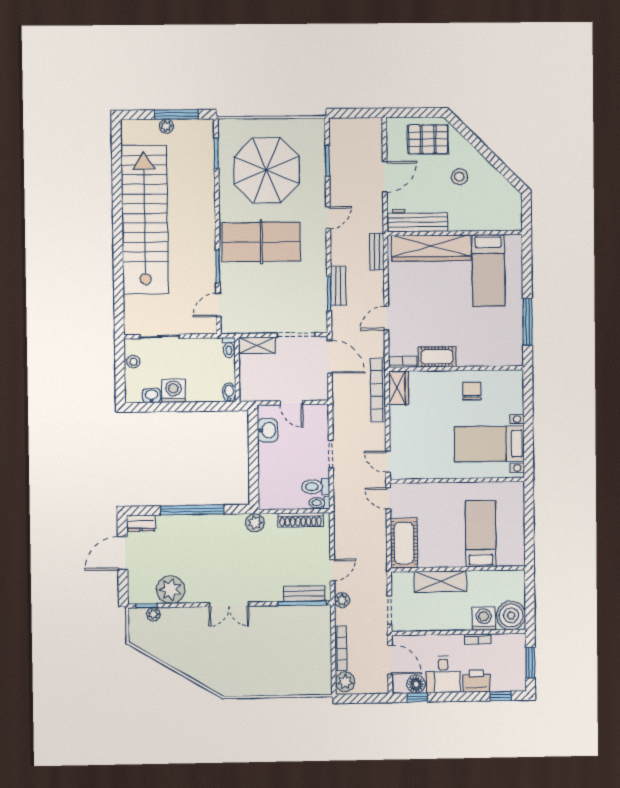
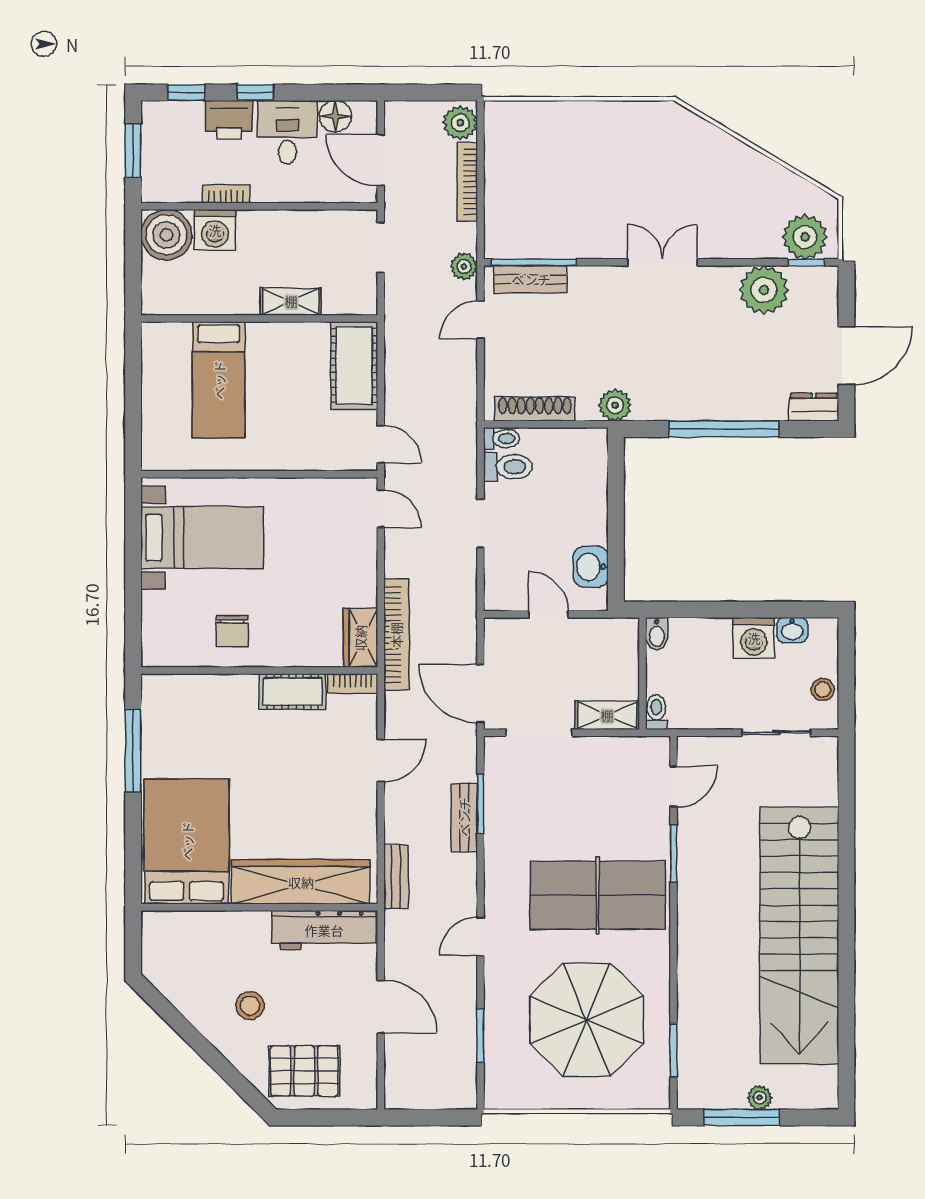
door: (385, 177) -> (381, 1007), swing flipped
bed: (488, 270) -> (187, 841), width x1.50
shelving: (440, 581) -> (291, 301), width x0.67, depth x0.75
plant: (153, 614) -> (805, 237), width x1.87, depth x1.87
window: (417, 698) -> (255, 93), moved

